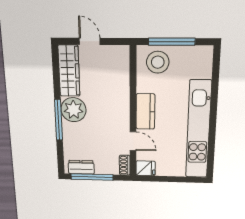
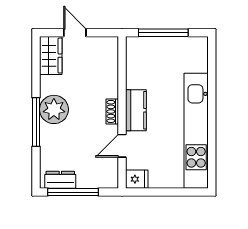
stool: (158, 62) -> (149, 55), removed
wardrobe: (69, 71) -> (51, 56), width x0.67
door: (133, 141) -> (122, 146), swing flipped
shoe rack: (125, 165) -> (112, 111), moved

